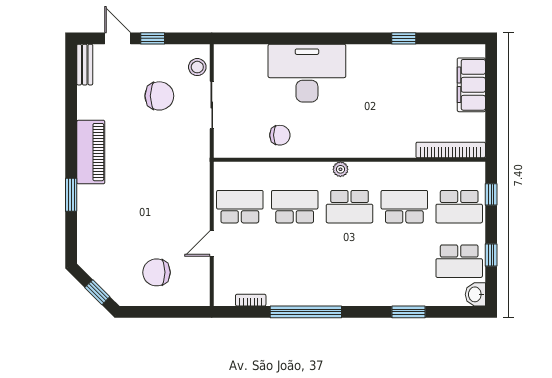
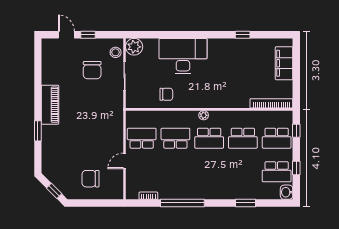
plant: (227, 58) -> (134, 47), added
bench: (85, 65) -> (46, 51), removed
chair: (159, 96) -> (92, 70), turned 90
school desk: (404, 207) -> (243, 138), turned 180

